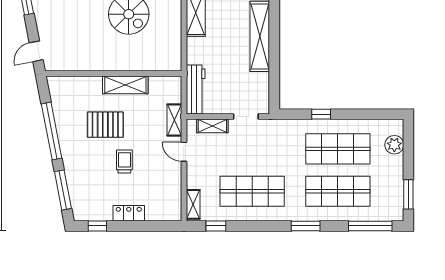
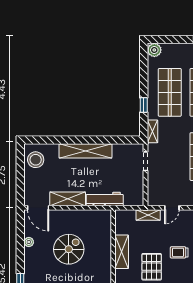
workbench: (196, 90) -> (105, 199), moved
shelving: (212, 126) -> (153, 131), moved
plant: (394, 145) -> (154, 50), moved

